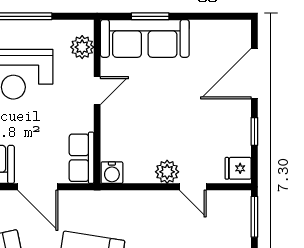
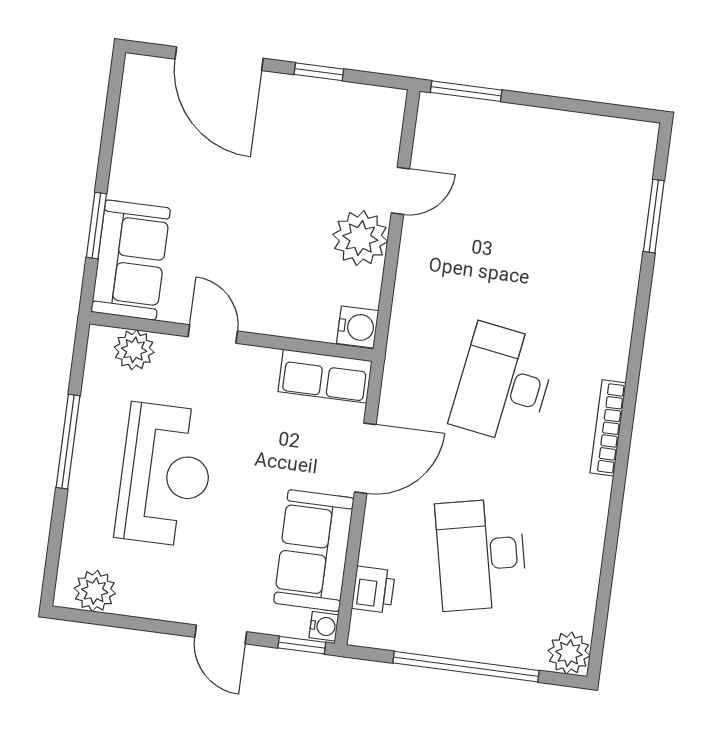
sofa: (145, 38) -> (131, 260), width x0.73
fridge: (238, 168) -> (379, 108), removed
plant: (167, 172) -> (360, 238), width x1.36, depth x1.36

